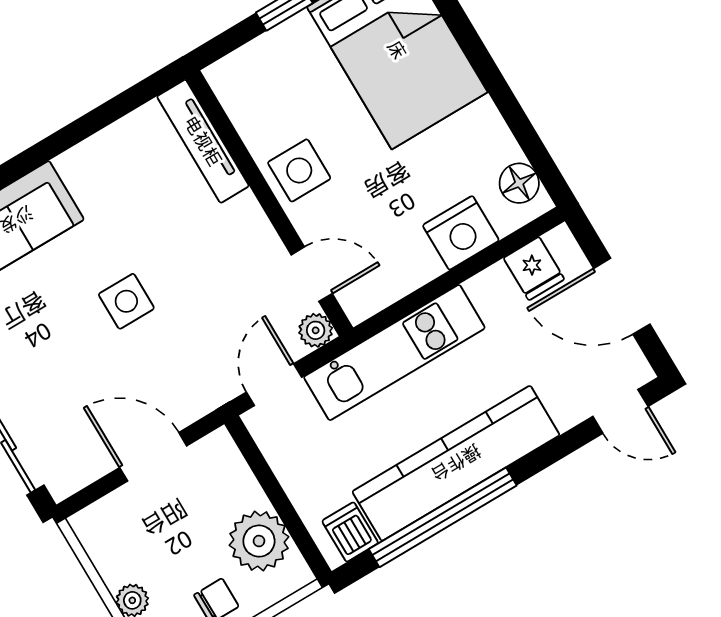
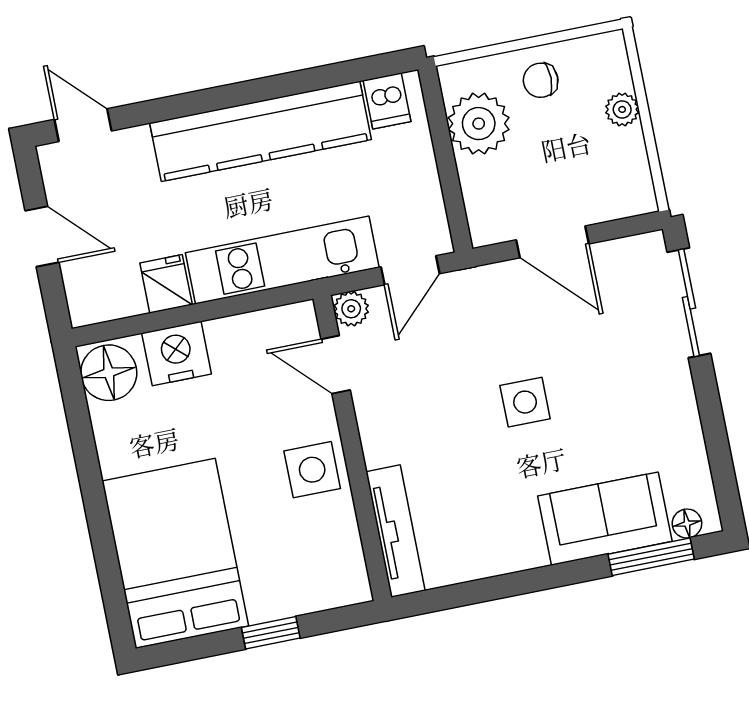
floor lamp: (519, 183) -> (109, 373), width x1.38, depth x1.38
fridge: (534, 269) -> (166, 284), moved
door: (622, 296) -> (42, 237), width x0.73
window: (443, 517) -> (292, 83), removed

